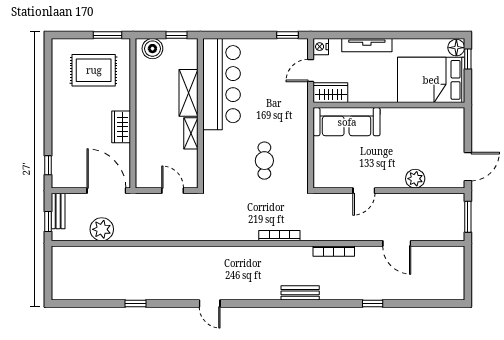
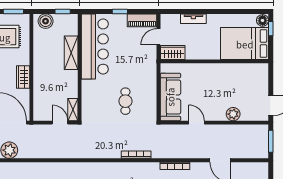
window: (287, 35) -> (120, 11), moved
tv unit: (367, 45) -> (193, 19), width x0.71
piano: (288, 47) -> (142, 20), added
nightstand: (321, 47) -> (166, 20), removed
sofa: (347, 122) -> (170, 97), moved, turned -90
shelving: (191, 133) -> (73, 110), moved
door: (364, 191) -> (197, 123), swing flipped

